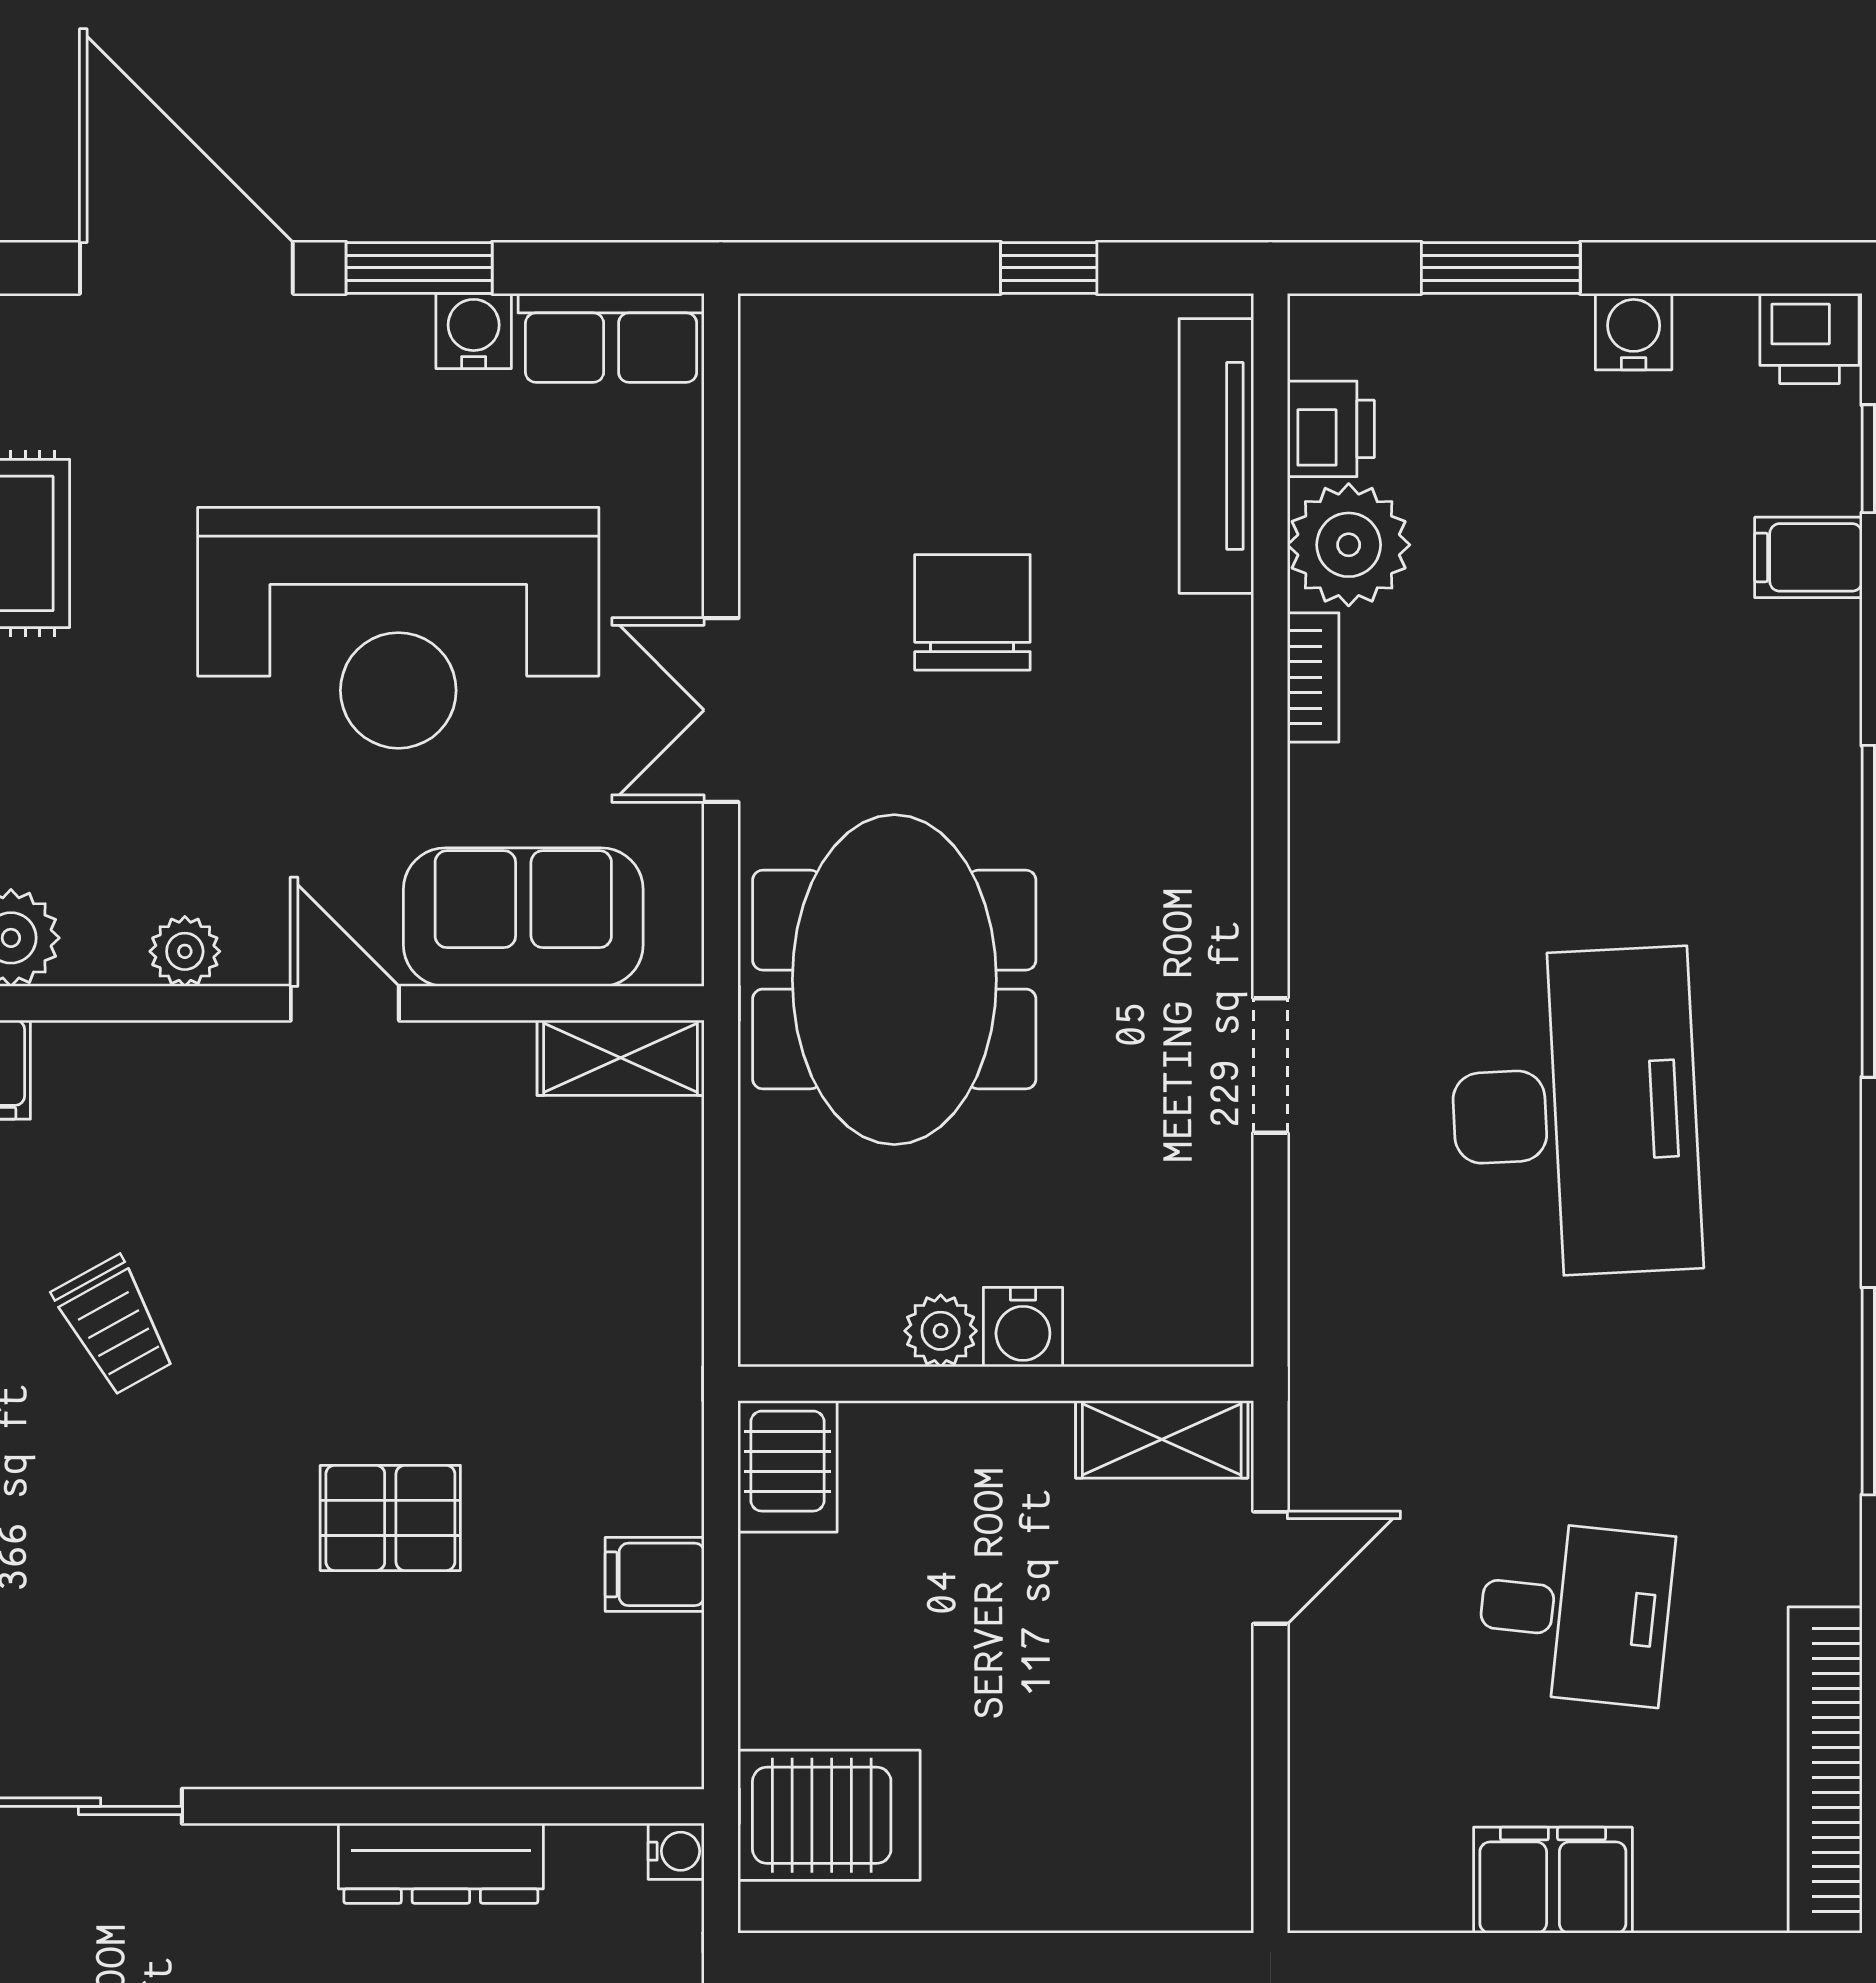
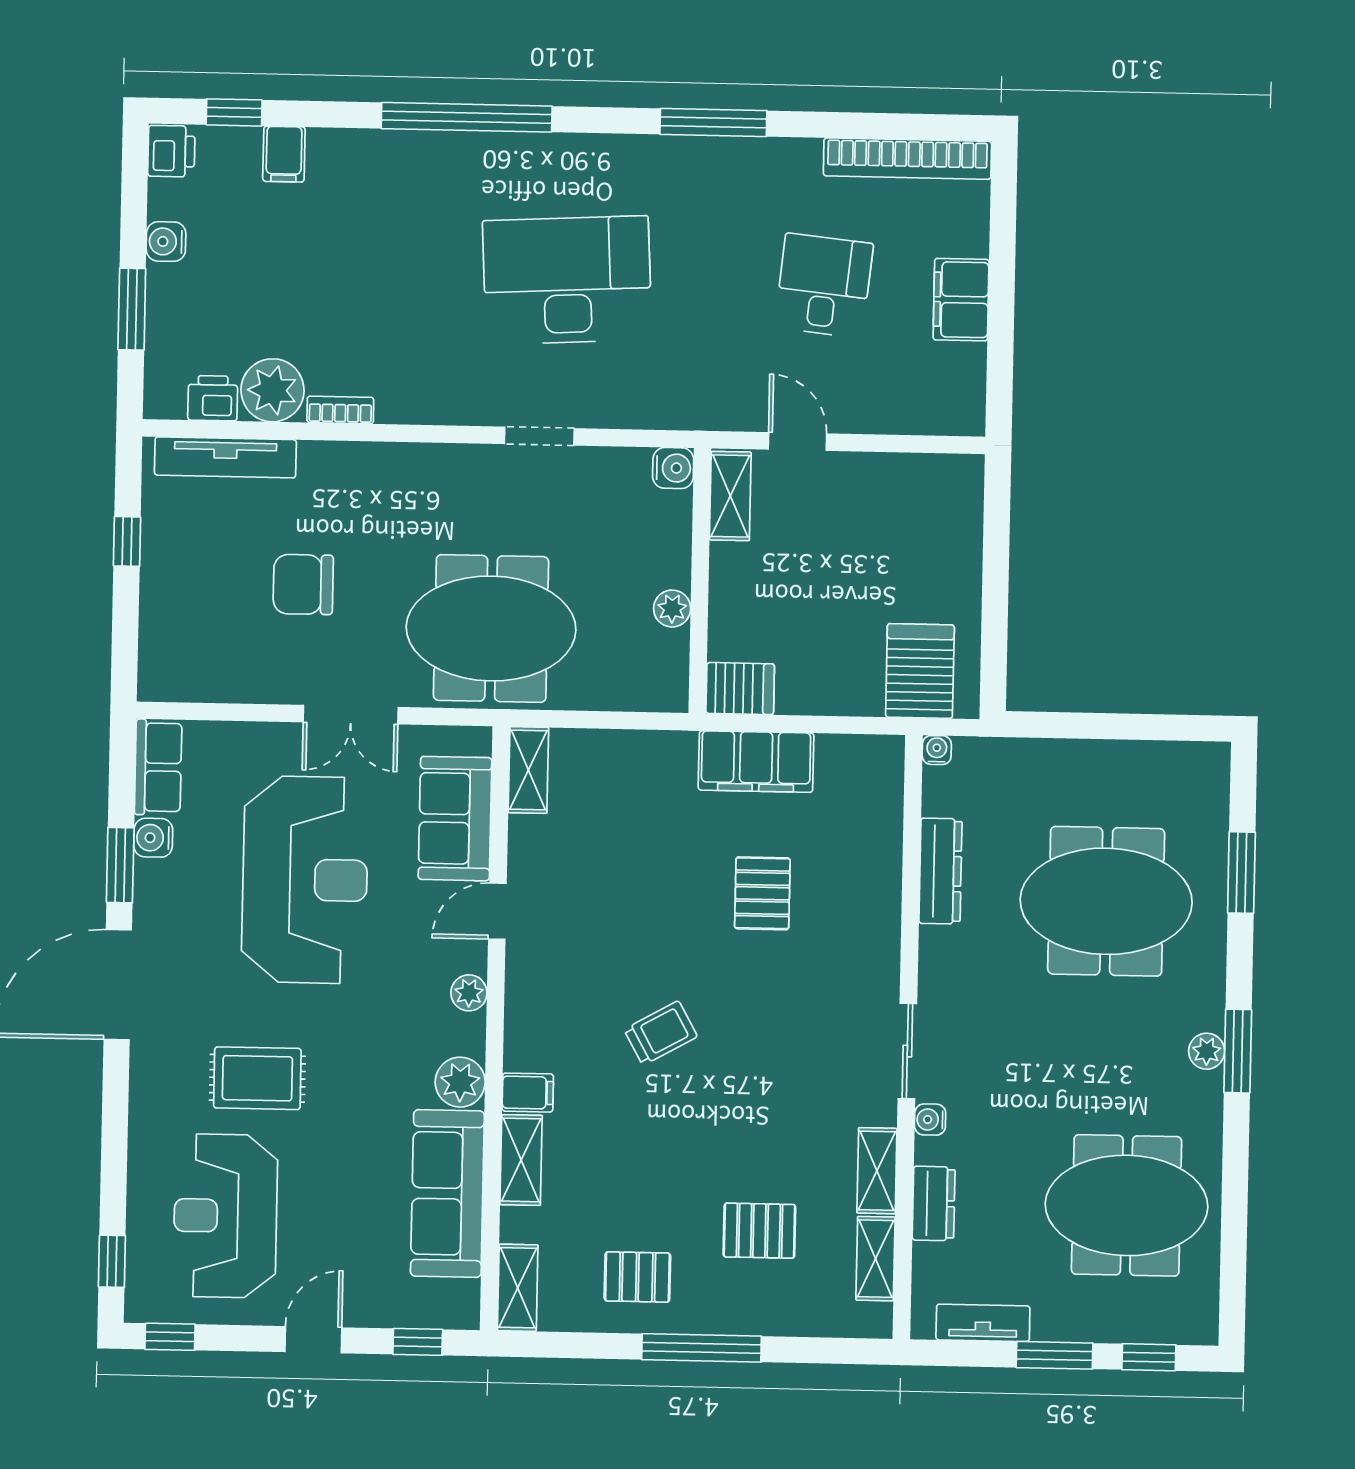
water cooler: (1023, 1327) -> (673, 468), moved
filing cabinet: (655, 1574) -> (756, 762), width x3.00, depth x1.17

